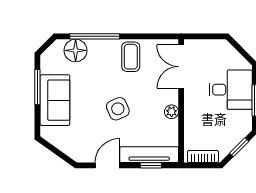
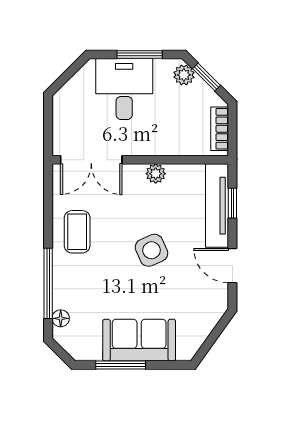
floor lamp: (76, 50) -> (61, 318), width x0.53, depth x0.53
coffee table: (131, 57) -> (77, 232), turned 90
plant: (241, 131) -> (184, 75), added

